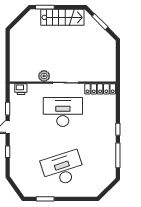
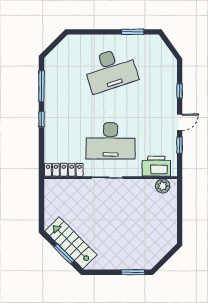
stairs: (62, 17) -> (71, 243), moved, turned 45
plant: (44, 76) -> (163, 186), moved
printer: (21, 89) -> (156, 166), width x1.87, depth x1.48

